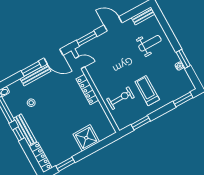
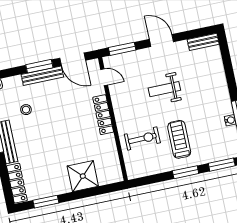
weight bench: (150, 43) -> (164, 89), moved, turned 180
window: (141, 123) -> (186, 172), moved

